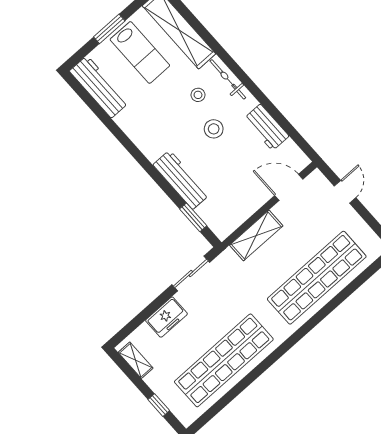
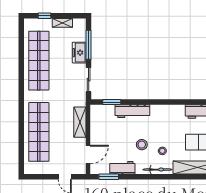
window: (294, 135) -> (109, 177), added
window: (145, 314) -> (89, 45), added
shelving: (136, 360) -> (62, 23), moved

